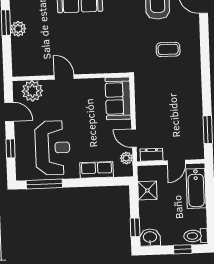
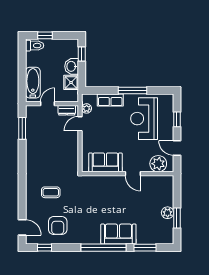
sofa: (118, 98) -> (105, 162), moved, turned -90
door: (134, 138) -> (80, 124), swing flipped
window: (44, 184) -> (132, 90), moved
washbasin: (150, 237) -> (72, 66), moved, turned 90

